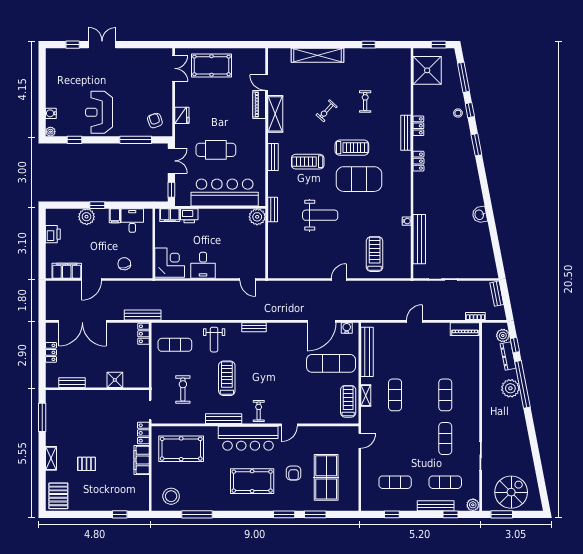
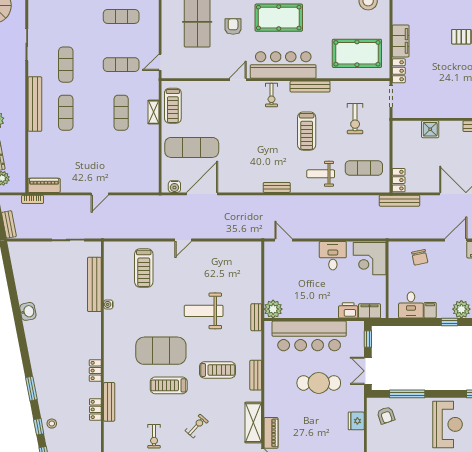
weight bench: (214, 340) -> (321, 174), turned -90
bench: (367, 352) -> (35, 104), moved
exercise mat: (445, 482) -> (121, 65), moved

